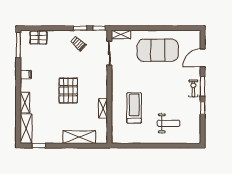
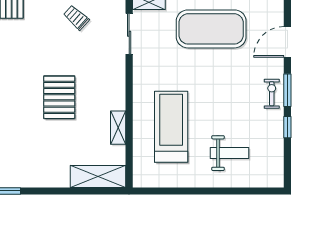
treadmill: (134, 108) -> (171, 127), width x1.37, depth x1.38
shelving: (79, 137) -> (98, 176), moved

